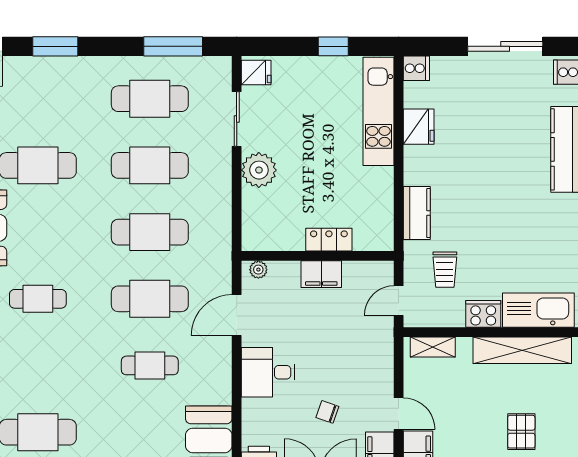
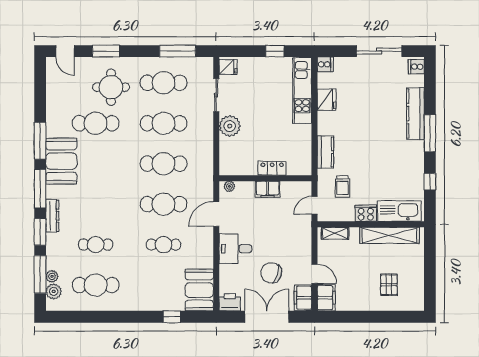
round table: (63, 106) -> (111, 87), added
cafe table: (38, 299) -> (96, 245), moved
chair: (327, 412) -> (271, 273), width x1.87, depth x1.87

